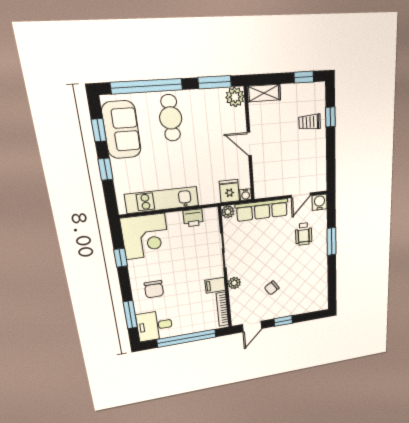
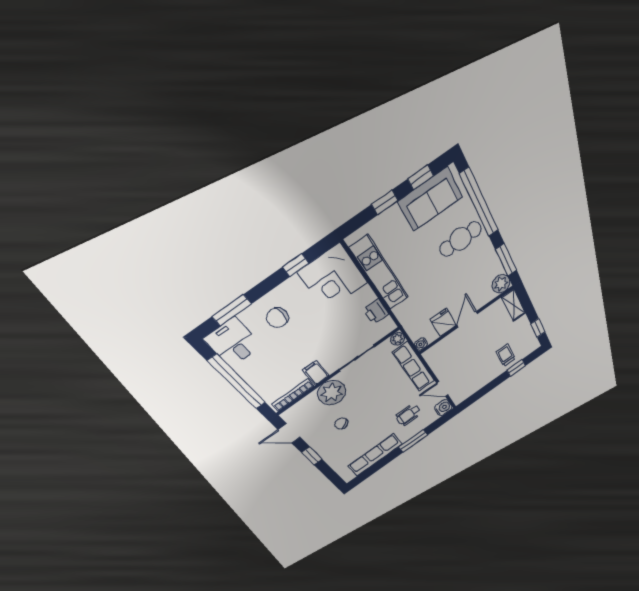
fridge: (229, 191) -> (443, 322), moved, turned -90
row of seats: (320, 277) -> (375, 455), added
plant: (234, 283) -> (332, 393), width x1.88, depth x1.88

